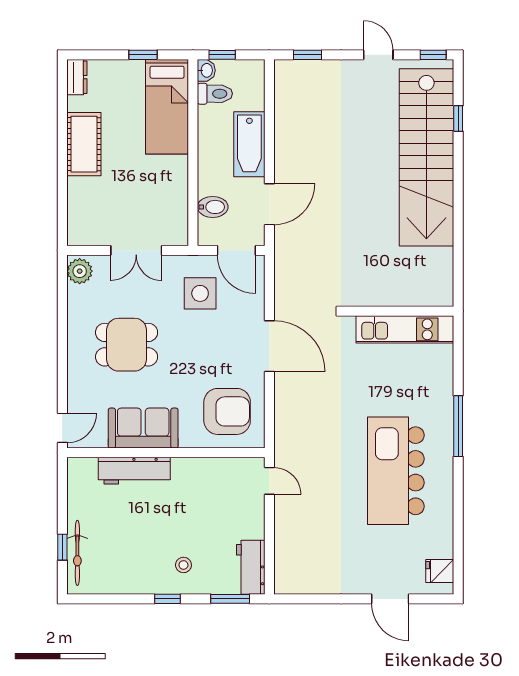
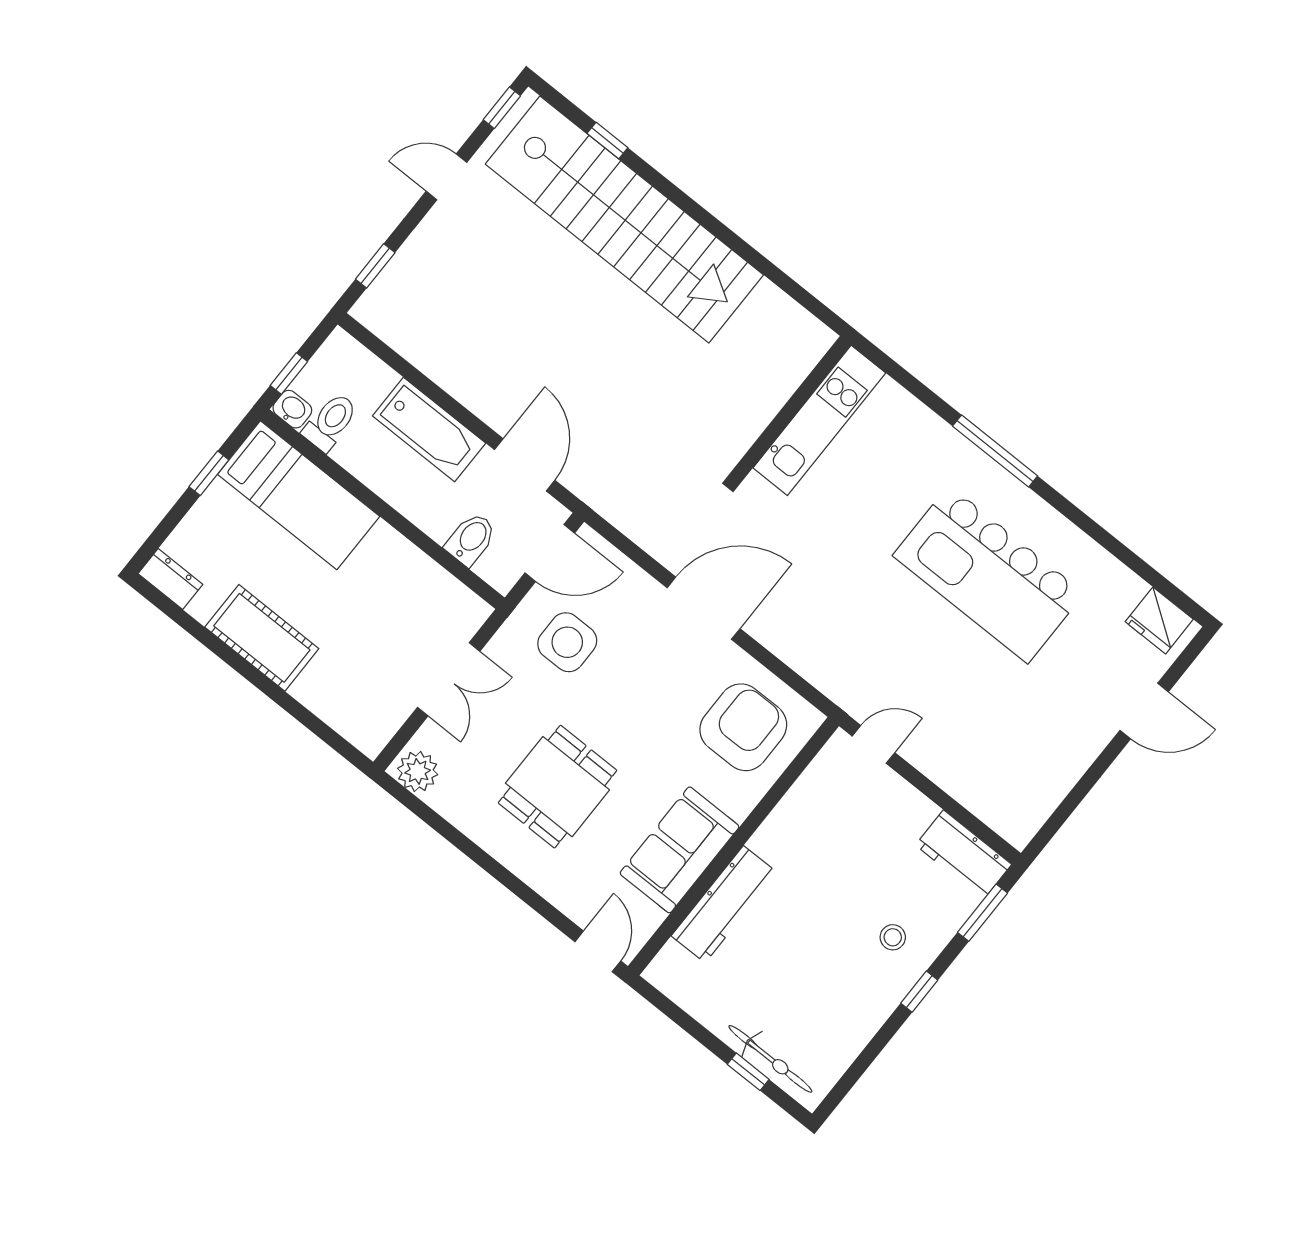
fridge: (440, 571) -> (1159, 620), width x1.38

